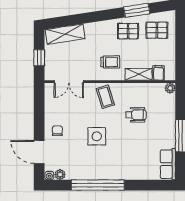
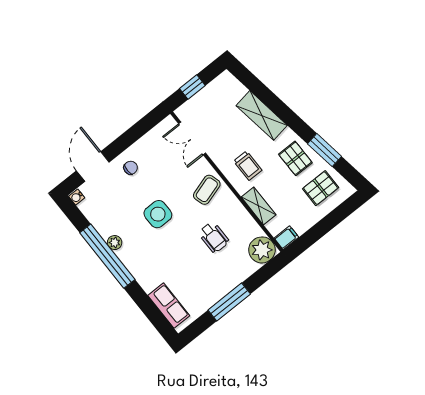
pallet: (157, 30) -> (321, 188), turned 90
shelving: (65, 34) -> (262, 115), moved
filing cabinet: (159, 73) -> (286, 238), moved
plant: (170, 88) -> (262, 250), width x1.88, depth x1.88
row of seats: (168, 164) -> (169, 306), moved, turned 90
plant: (60, 175) -> (115, 243), moved

